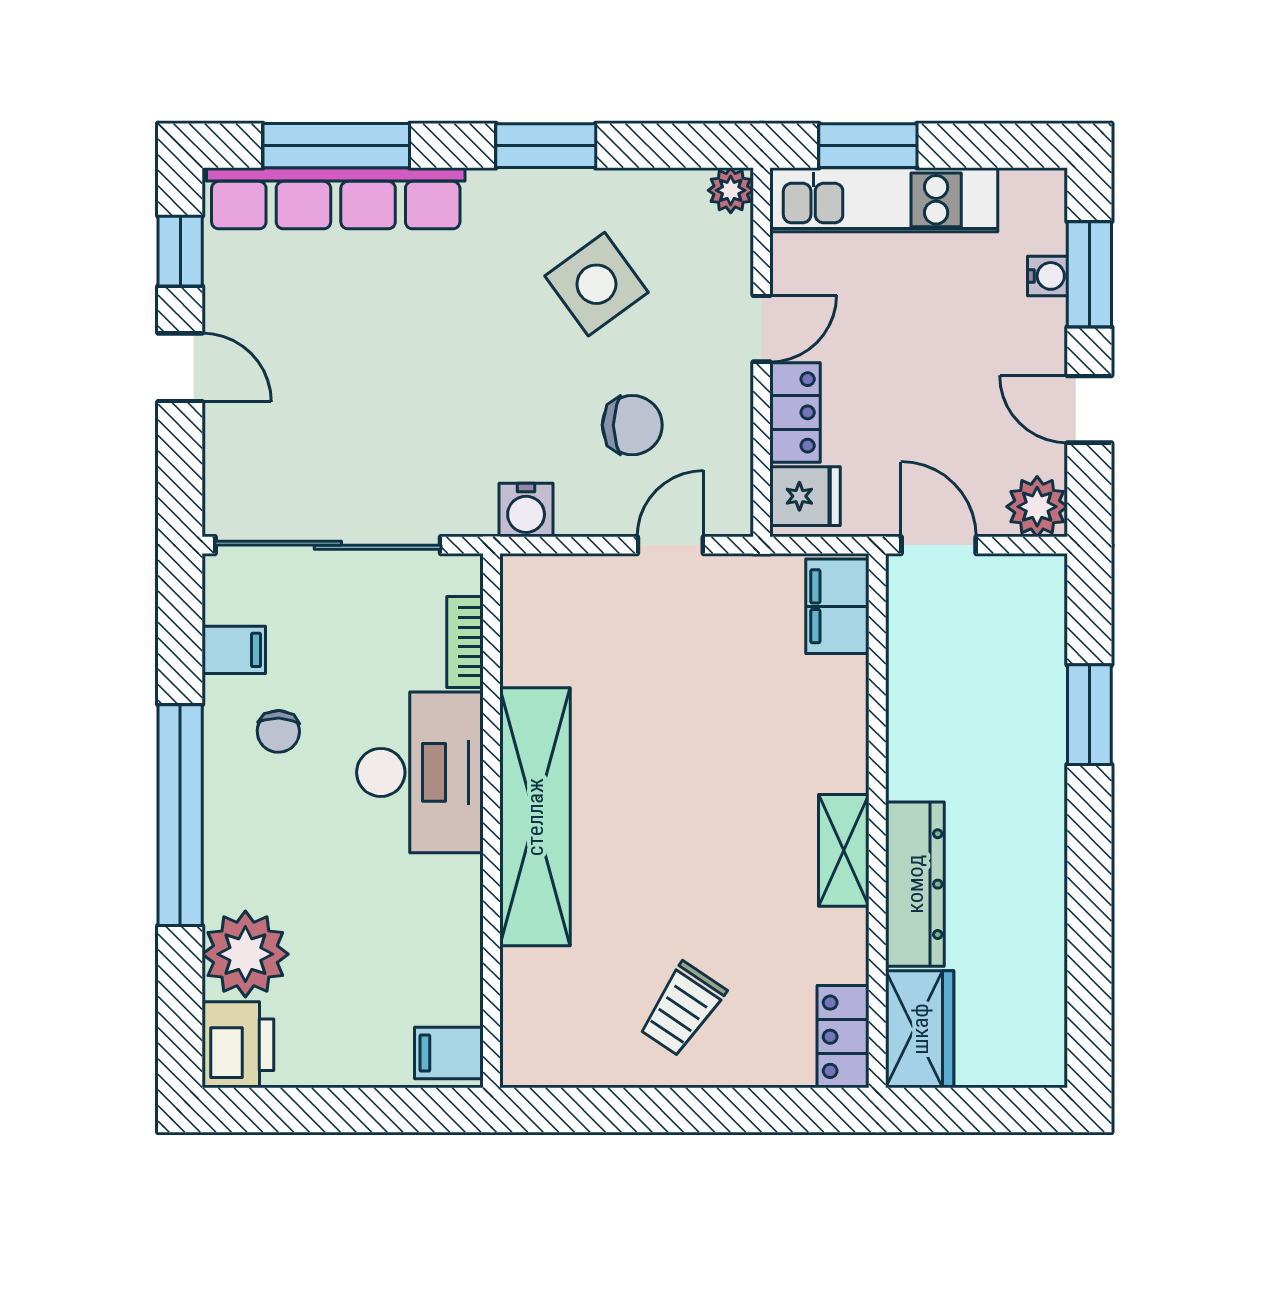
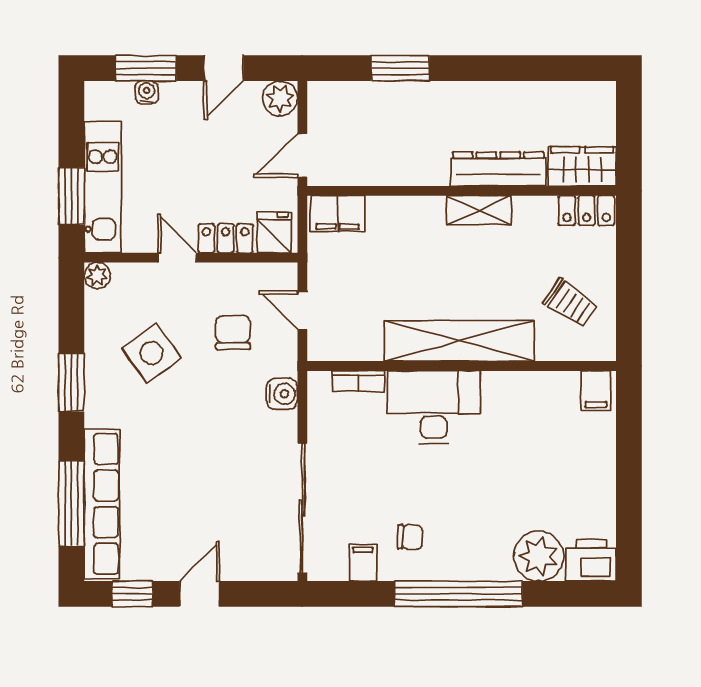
bookcase: (465, 642) -> (358, 381), moved
desk: (420, 772) -> (434, 407), moved
shelving: (535, 817) -> (459, 341), moved
wall: (492, 821) -> (462, 366), moved
filing cabinet: (449, 1053) -> (596, 391), moved

